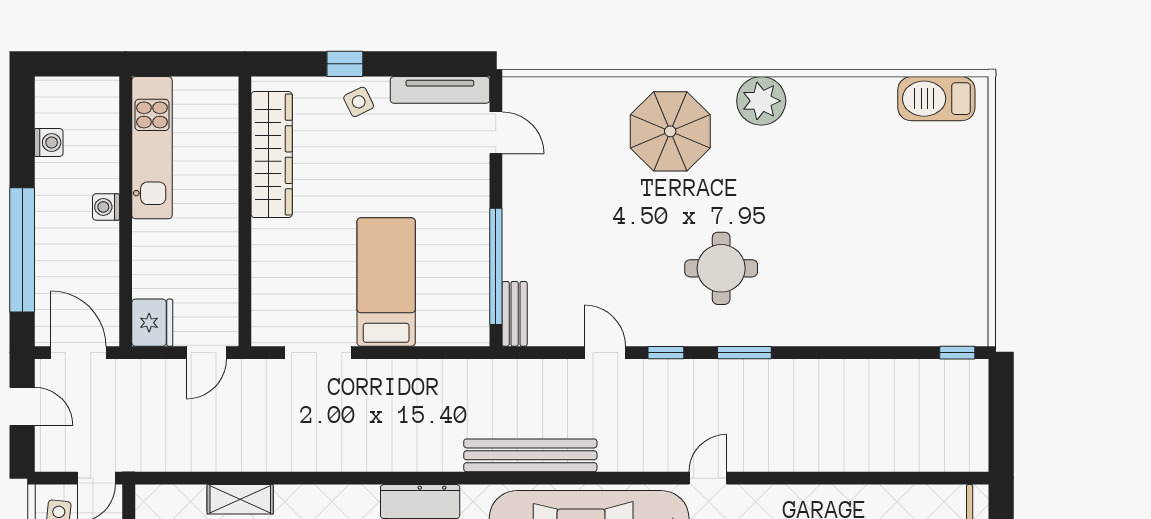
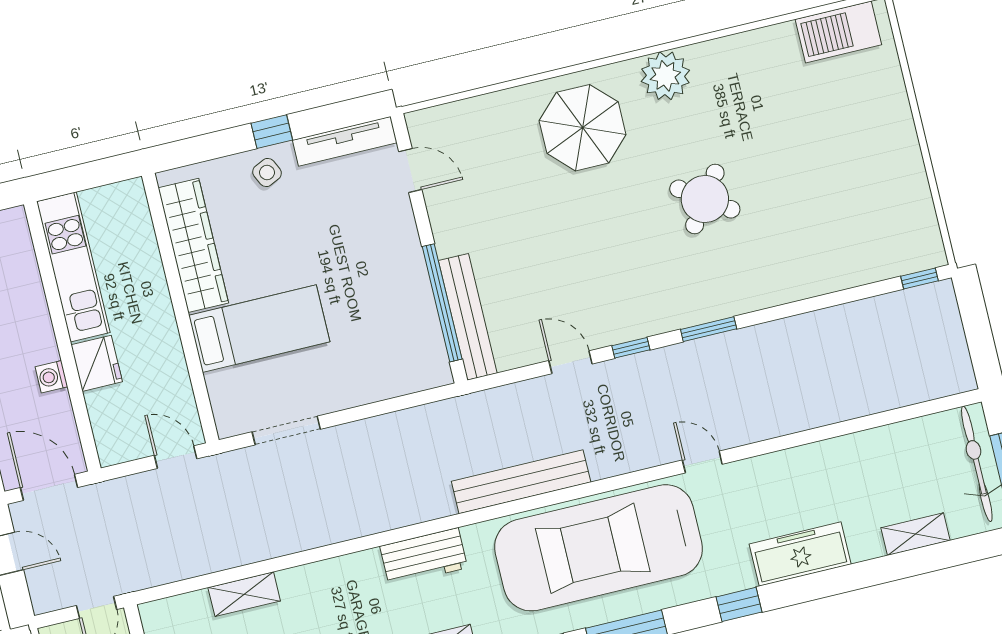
window: (345, 64) -> (272, 132), moved
washing machine: (106, 207) -> (51, 377), moved
round table: (721, 268) -> (705, 199), moved, turned 35
bed: (386, 282) -> (259, 329), moved, turned 90
bench: (515, 314) -> (468, 317), width x1.86, depth x1.21
fridge: (152, 323) -> (97, 363), moved
door: (206, 353) -> (176, 457), swing flipped
door: (708, 478) -> (702, 462), hinge flipped

